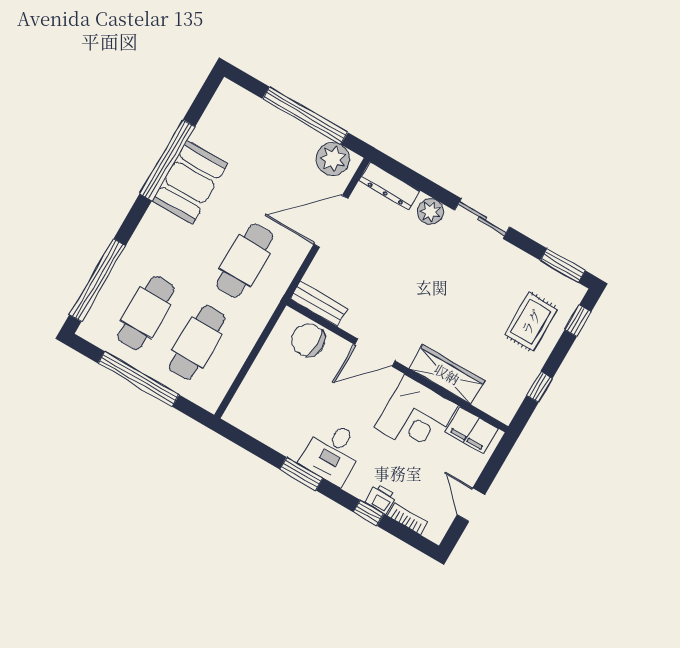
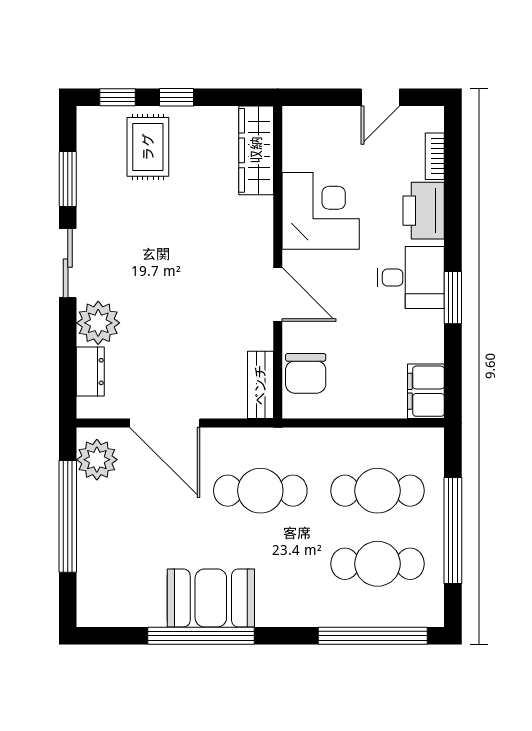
dresser: (390, 186) -> (90, 372), width x0.70
plant: (430, 212) -> (98, 323), width x1.36, depth x1.36
window: (563, 265) -> (68, 179), moved
rug: (531, 322) -> (148, 147), turned 90
wardrobe: (447, 374) -> (256, 150), moved
window: (539, 387) -> (176, 97), moved
filing cabinet: (472, 430) -> (426, 391), moved, turned 180
printer: (381, 499) -> (424, 211), width x1.87, depth x1.48
window: (369, 513) -> (453, 202), removed

